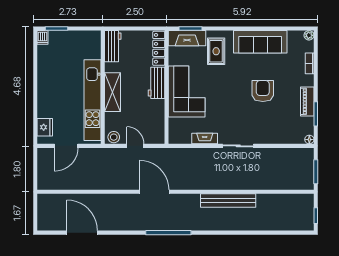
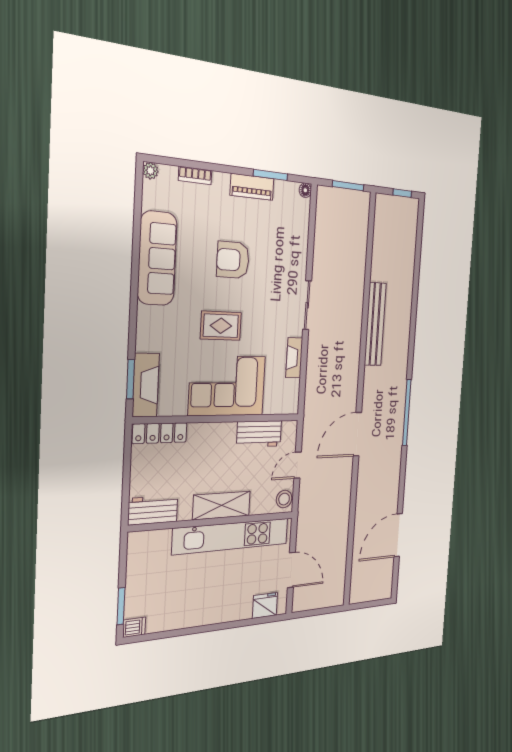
rug: (216, 51) -> (221, 326), moved
workbench: (156, 83) -> (259, 434), moved

